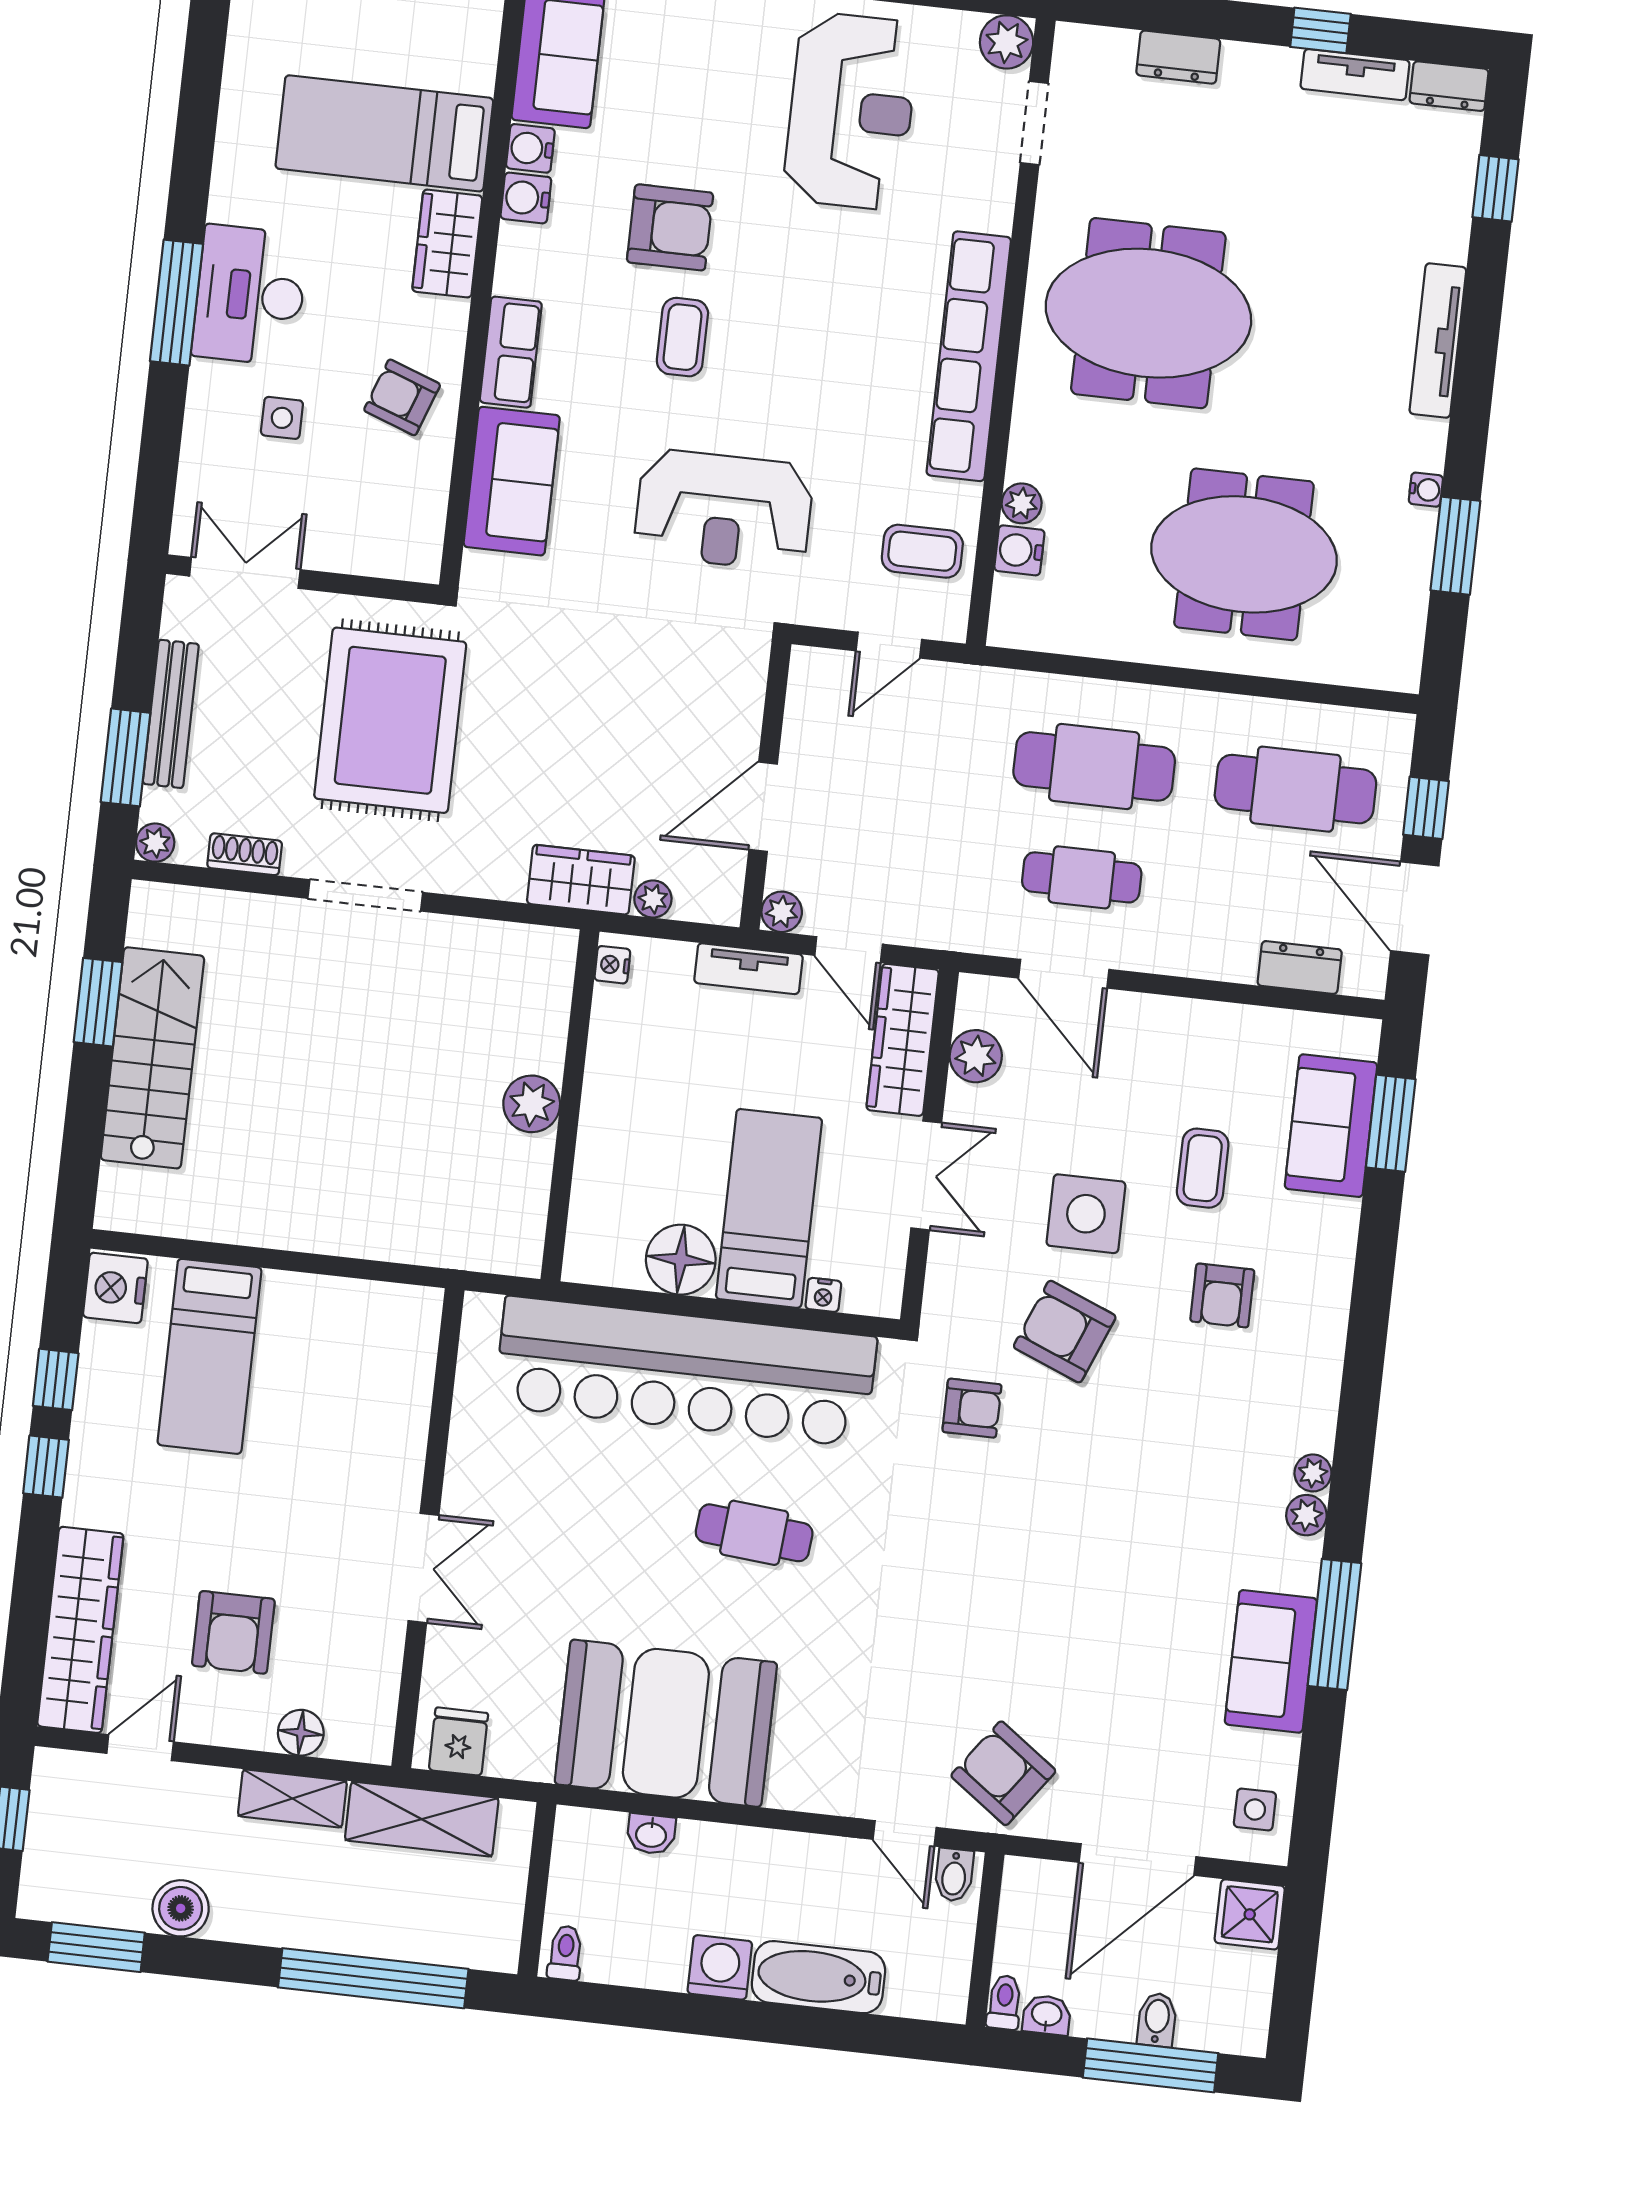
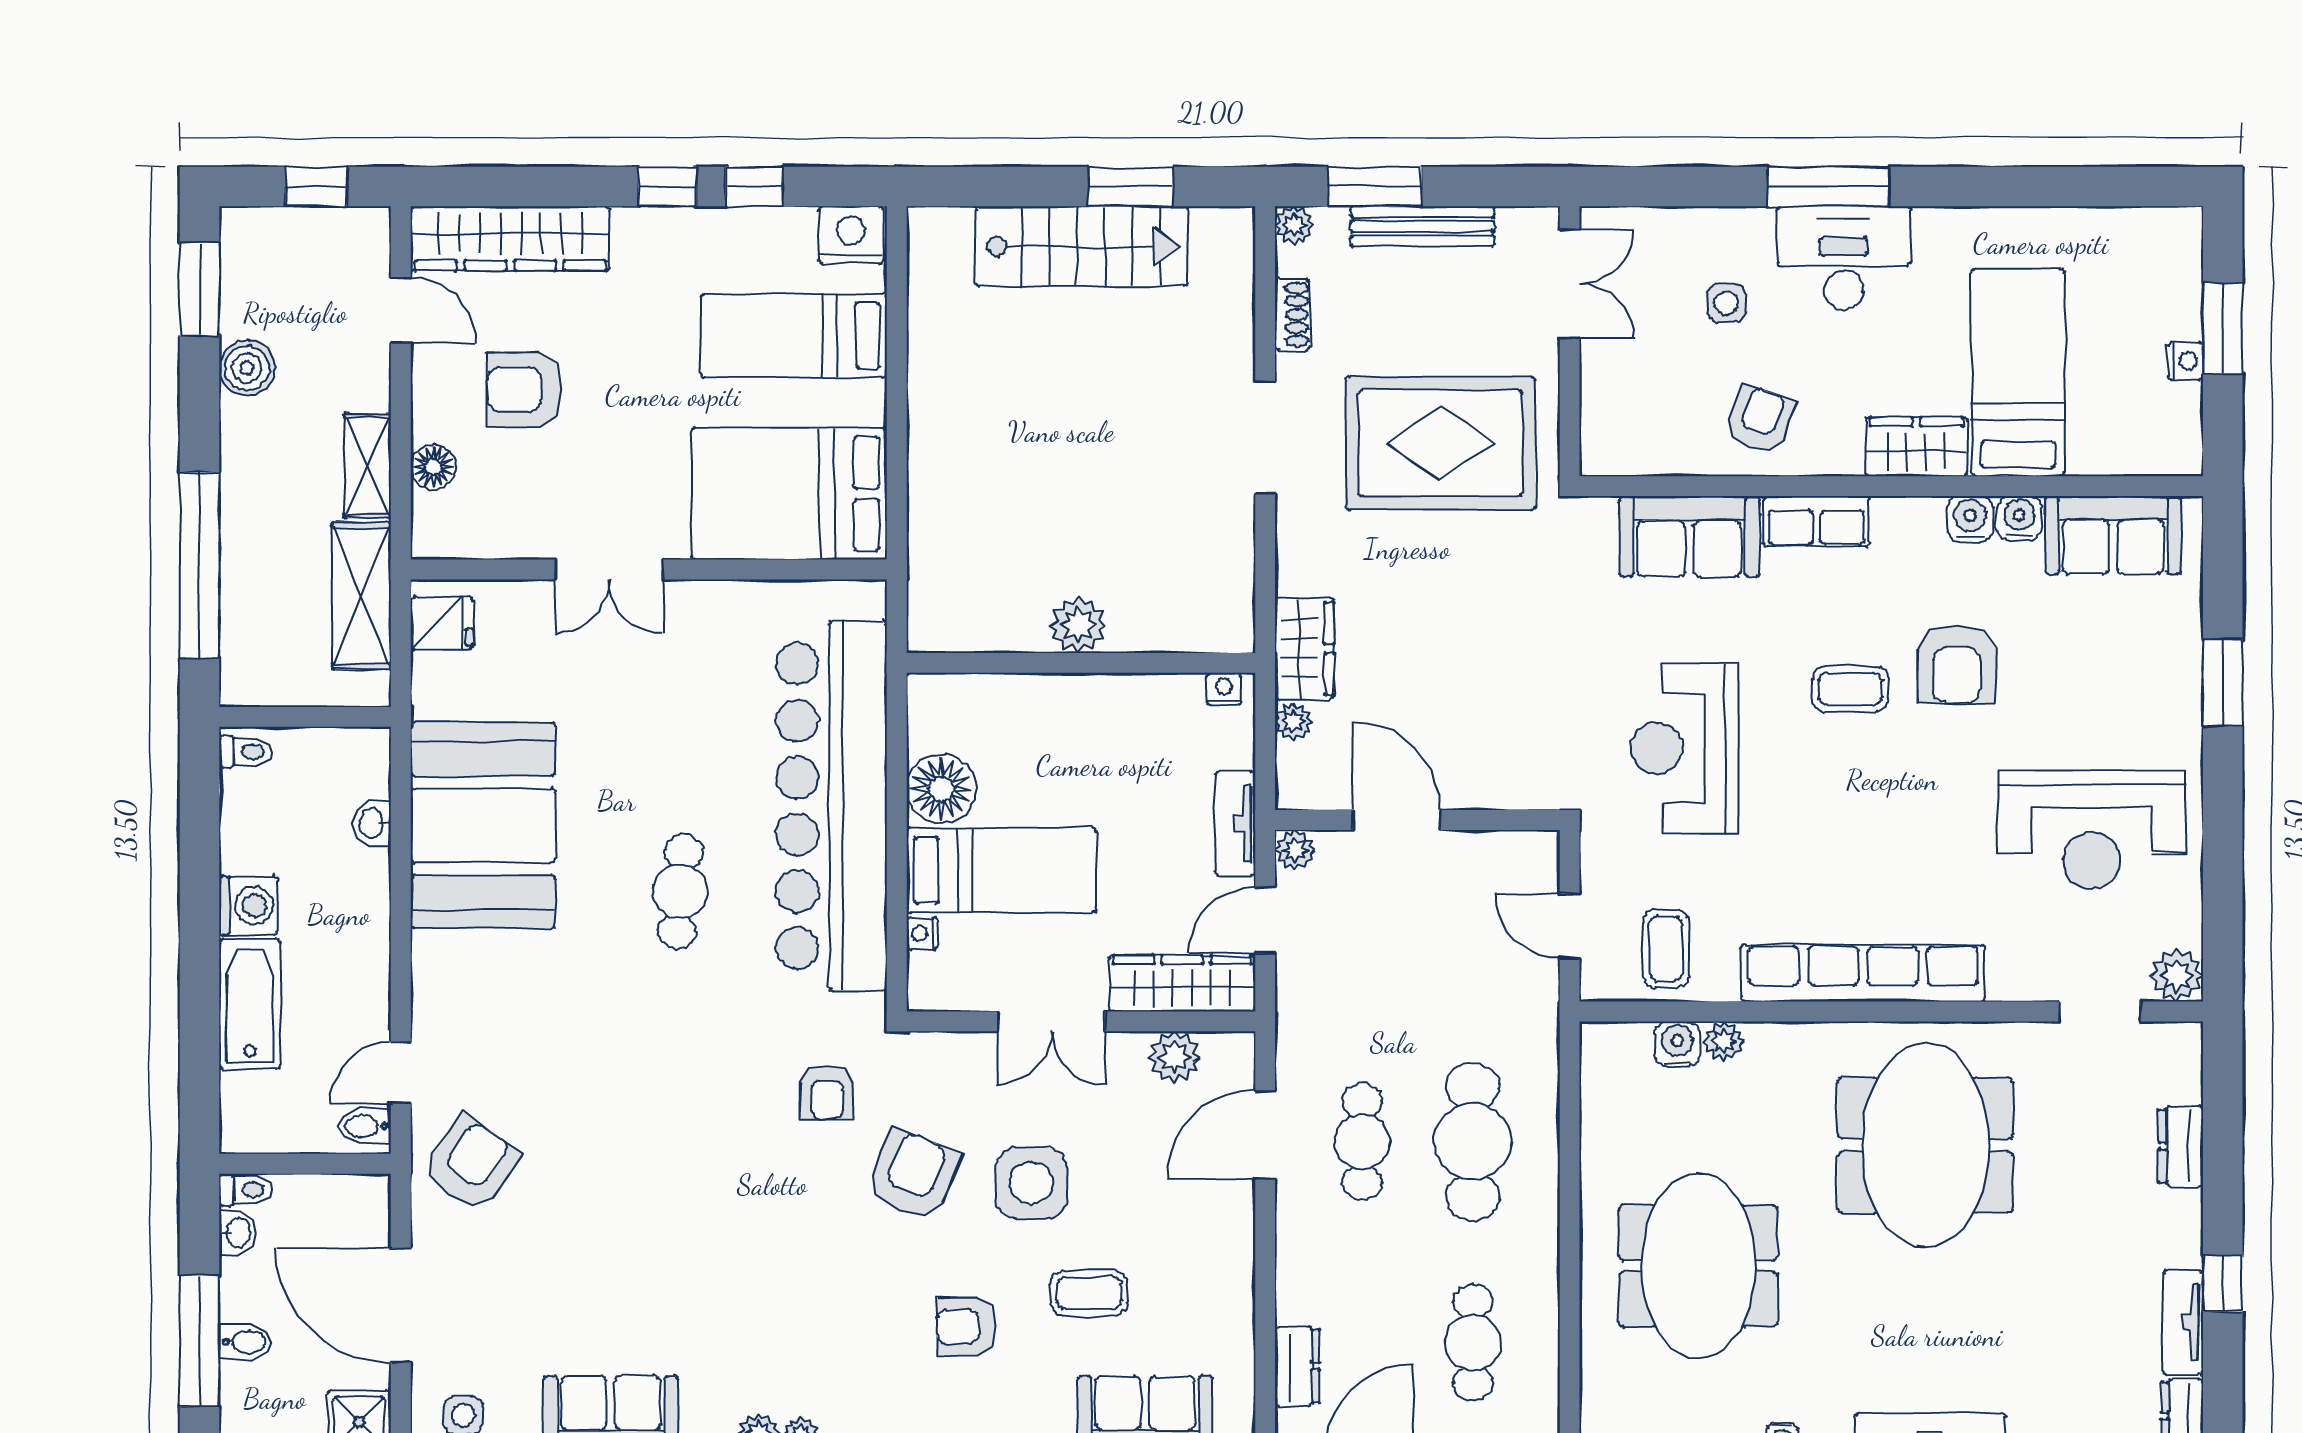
cafe table: (1295, 789) -> (1473, 1343), width x0.73, depth x0.74
bed: (368, 1379) -> (789, 494), added

